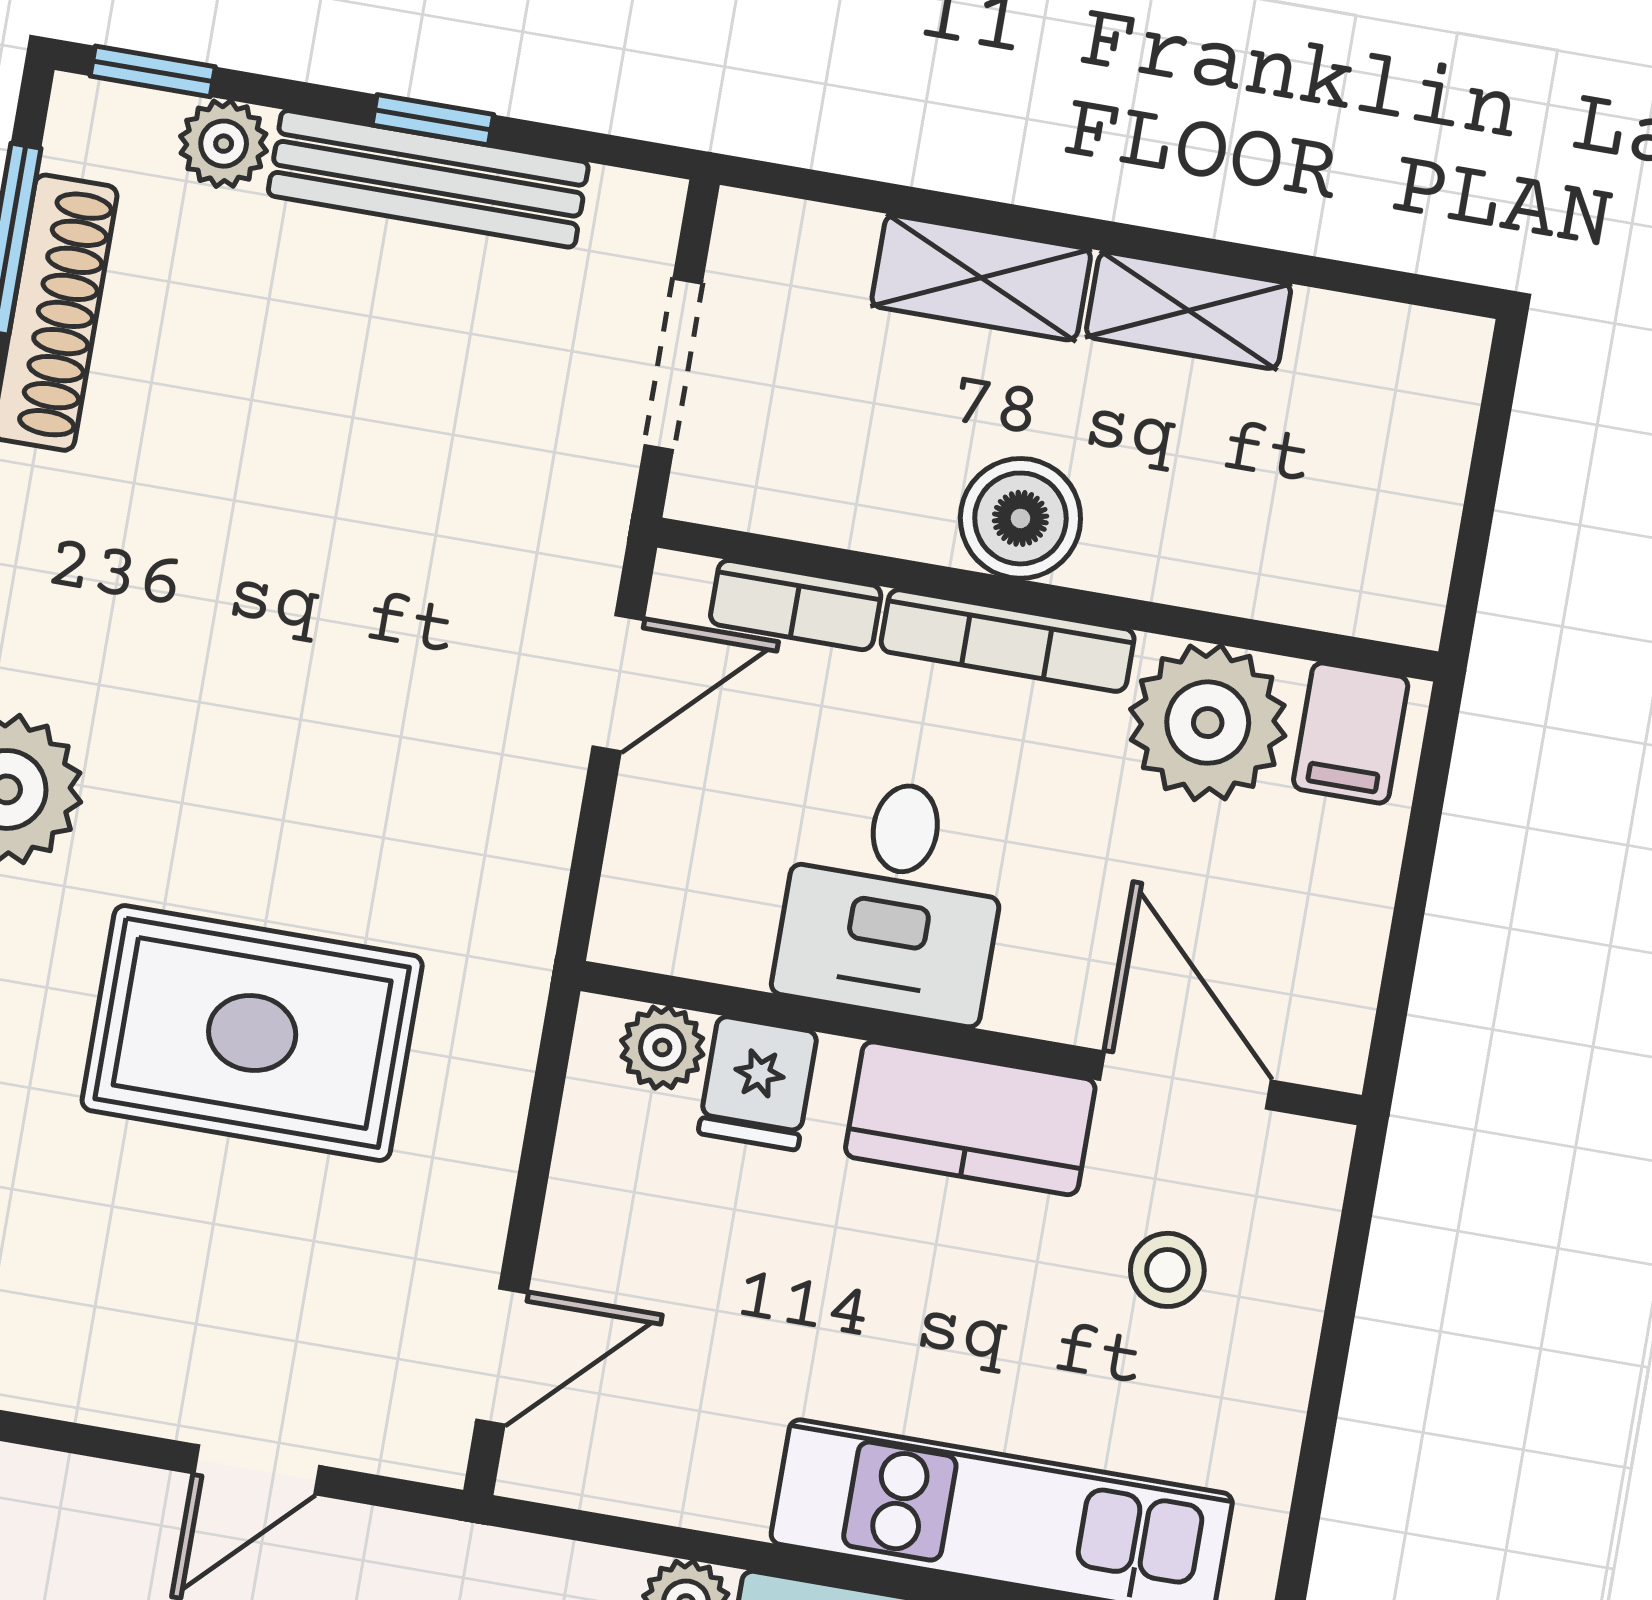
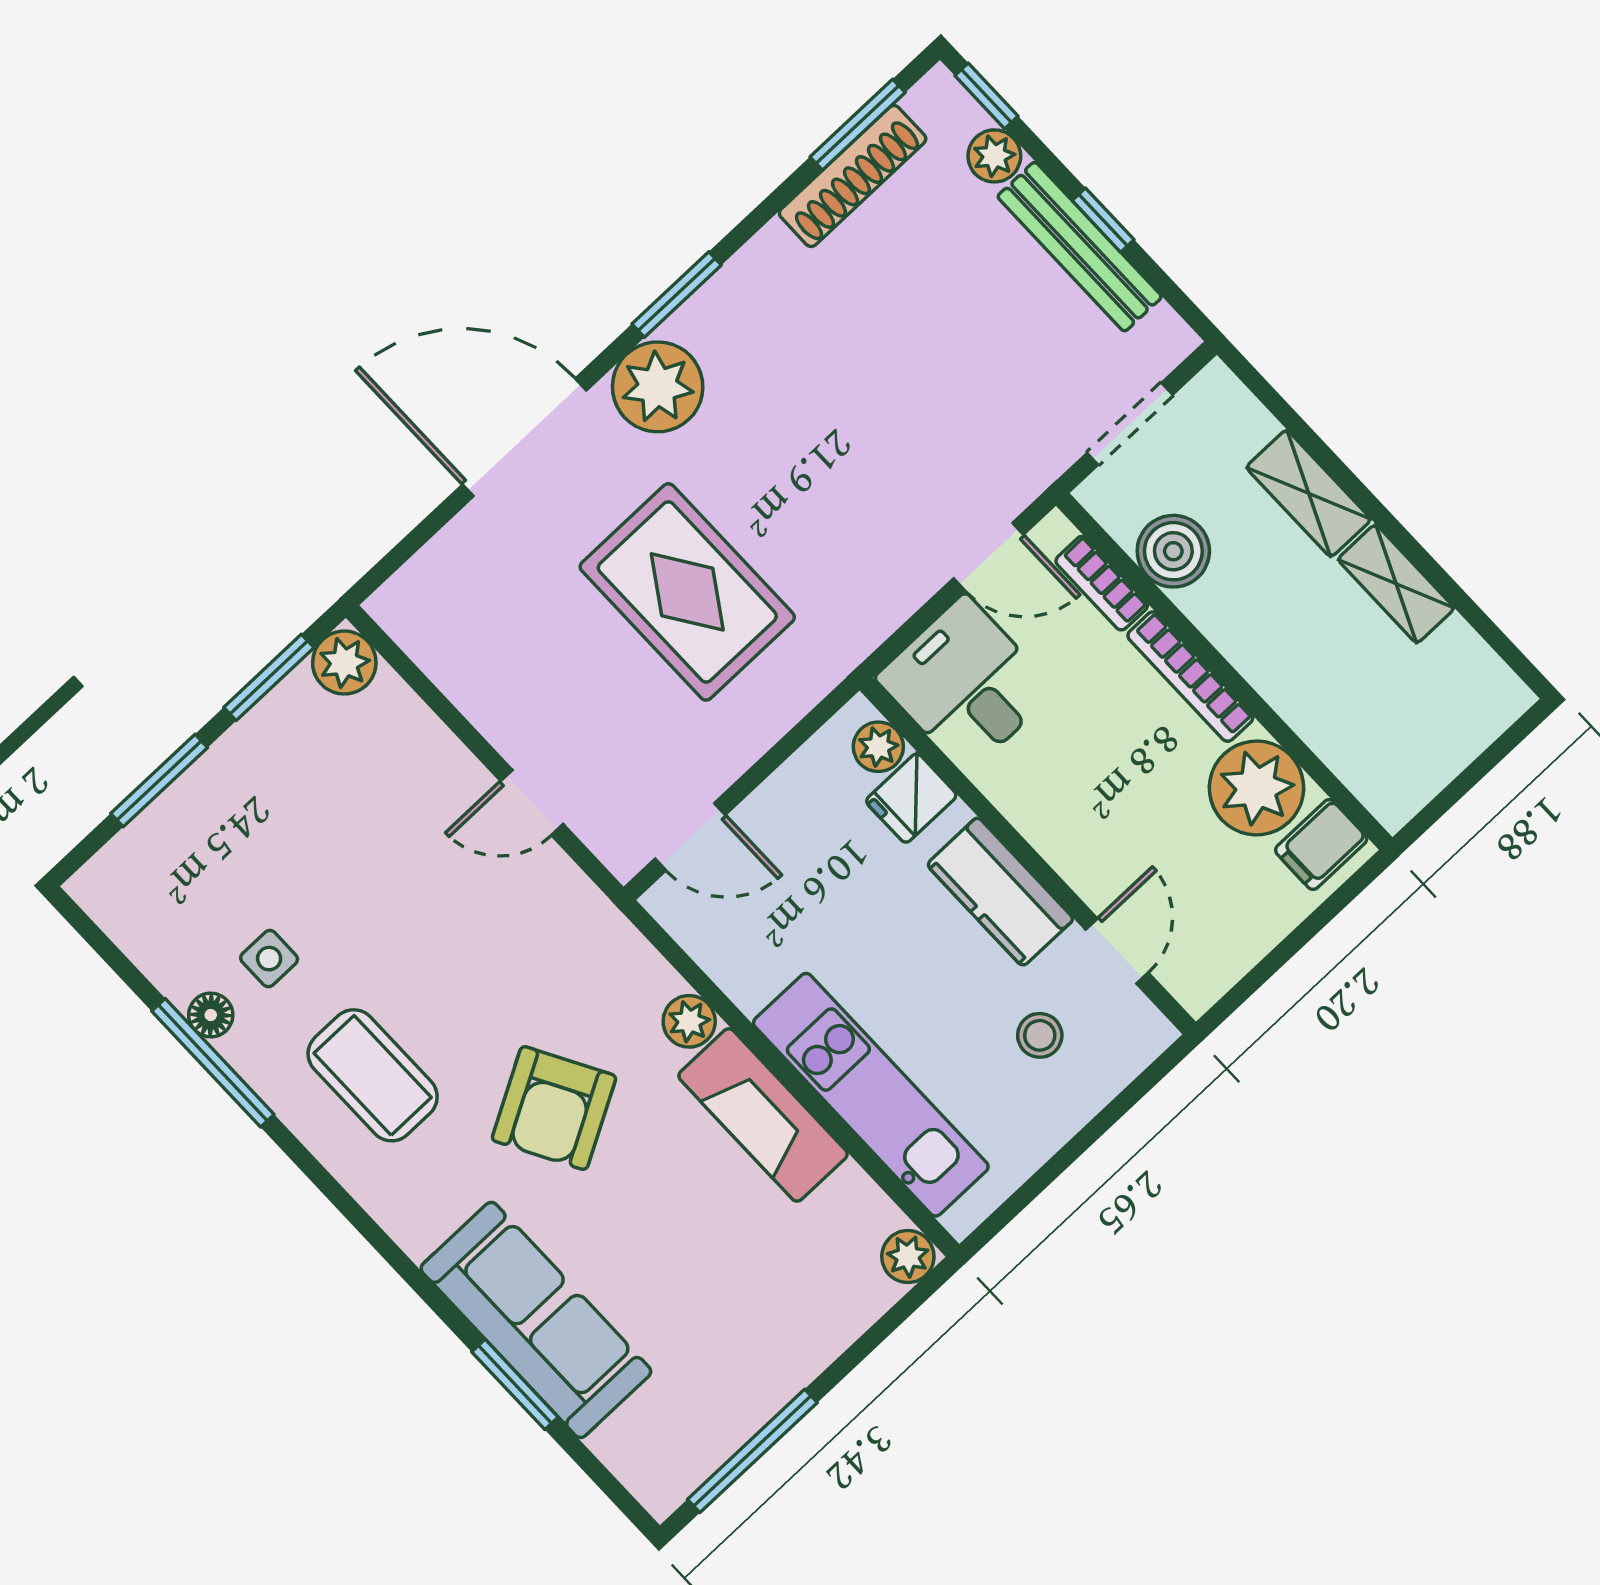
boiler: (1020, 518) -> (1173, 551), moved
desk: (893, 898) -> (966, 684), moved, turned 90
door: (1185, 1080) -> (1117, 951), width x0.73

